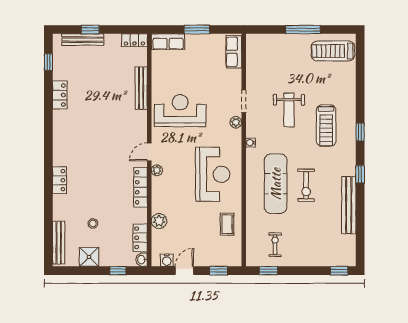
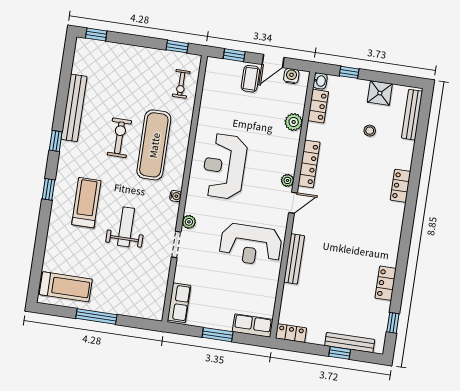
bench: (141, 88) -> (294, 259), moved
coffee table: (227, 224) -> (250, 79), moved
exercise bike: (275, 245) -> (181, 84), moved

